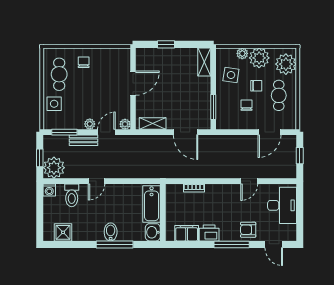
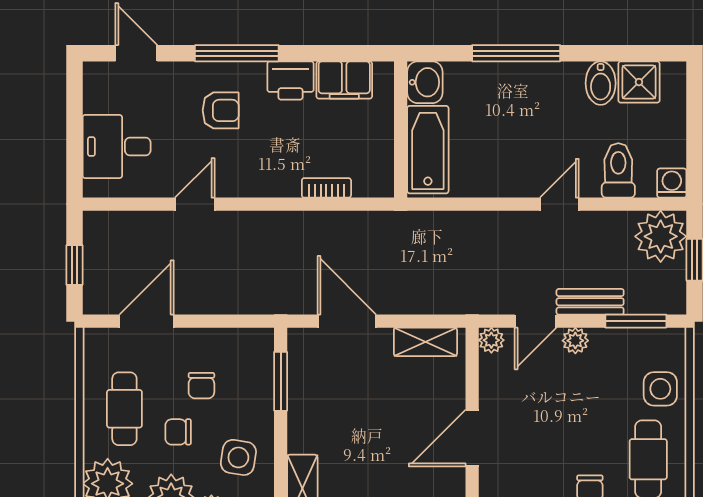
desk: (282, 205) -> (117, 147), width x0.73
armchair: (248, 230) -> (221, 110), moved
bidet: (111, 232) -> (601, 83), moved

